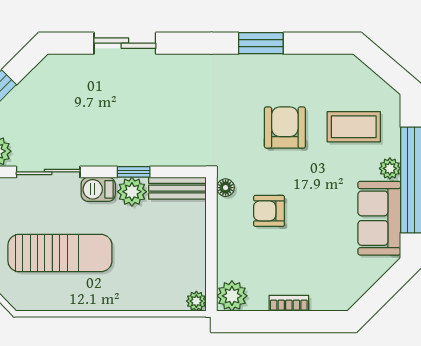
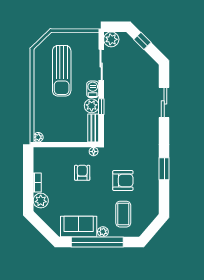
plant: (232, 296) -> (41, 201), moved

